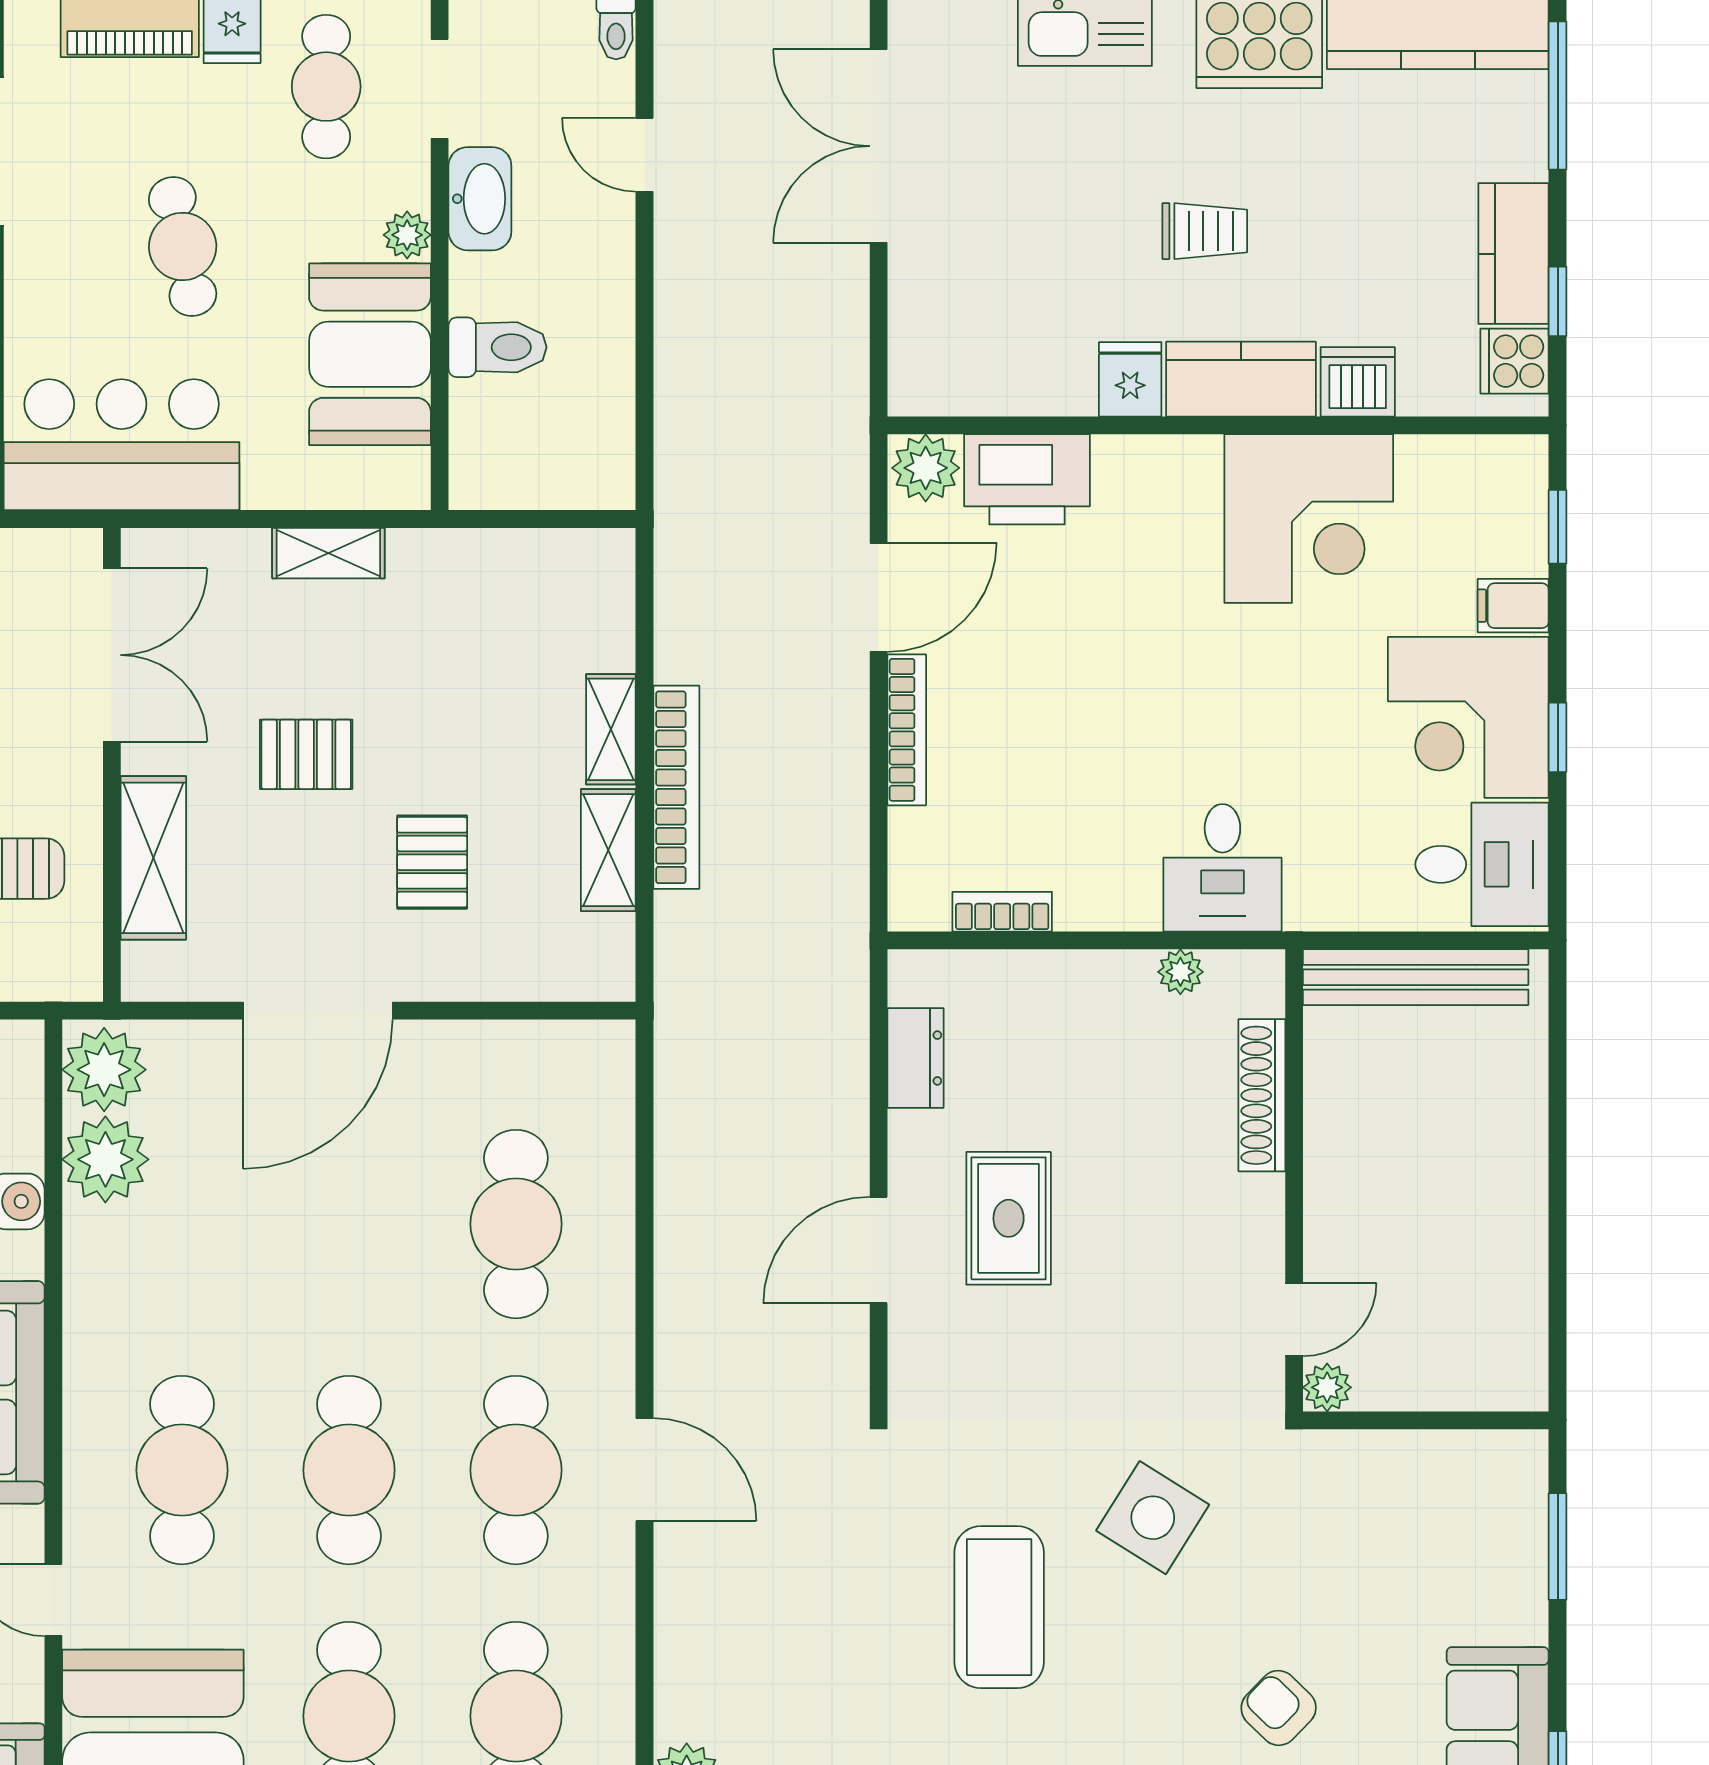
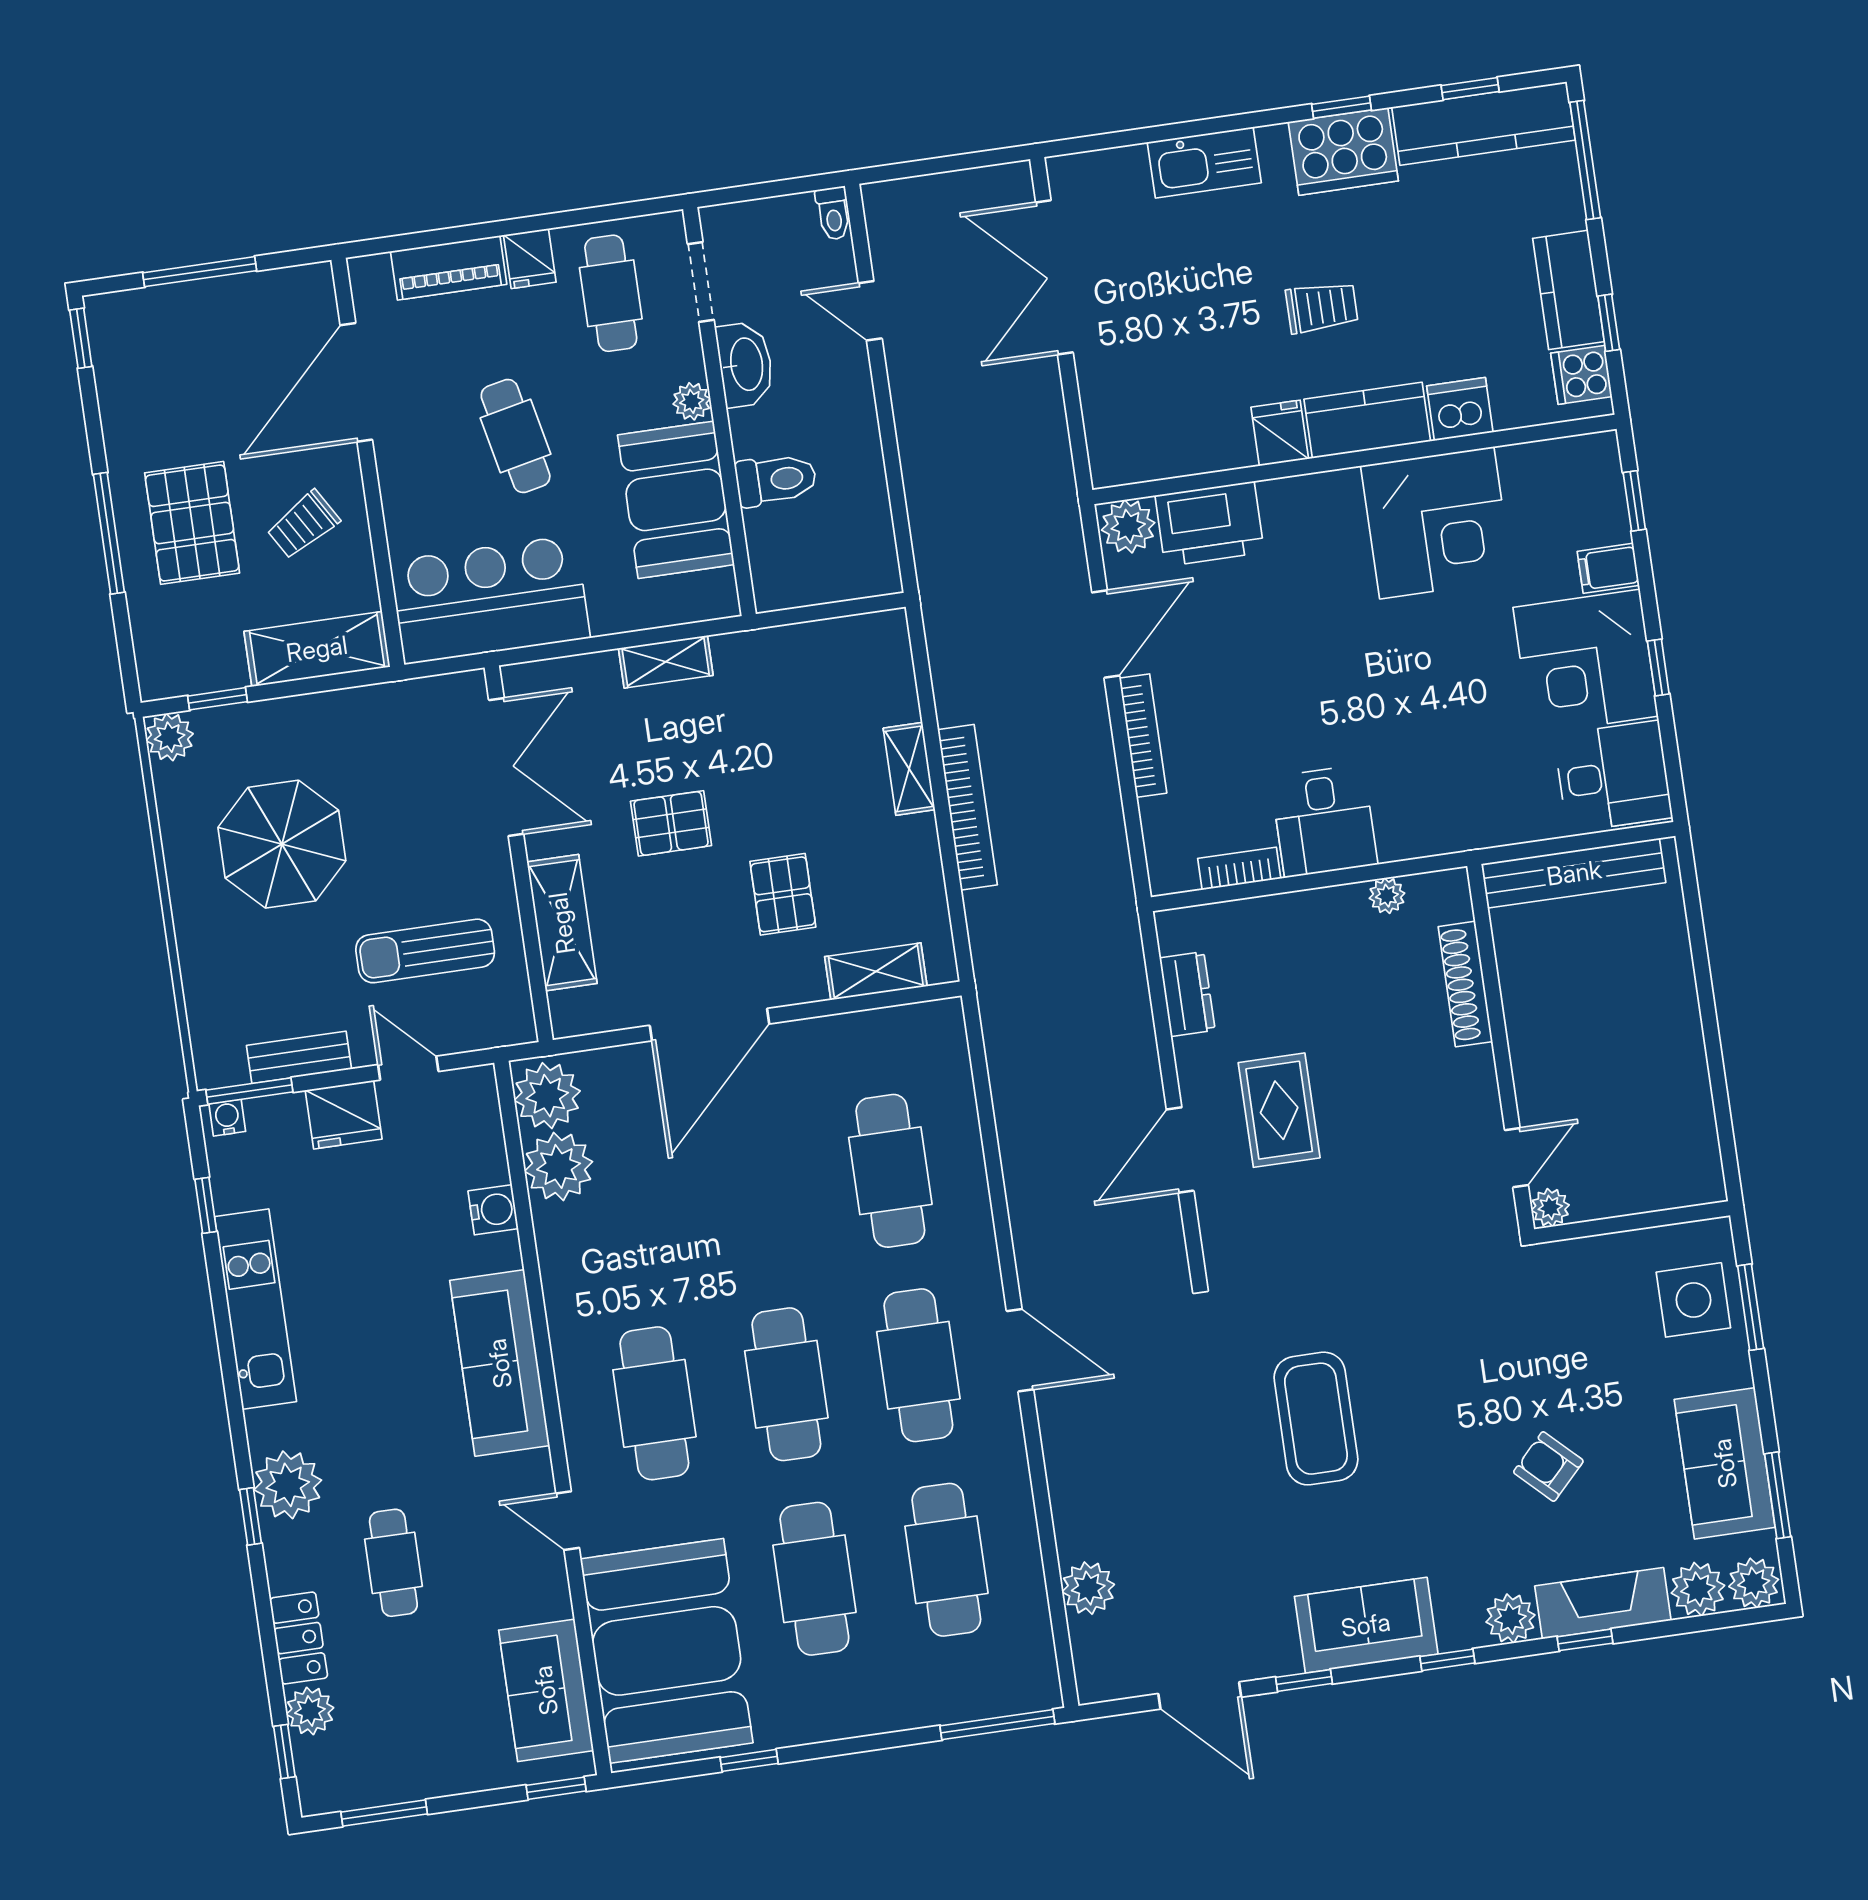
shelving: (608, 850) -> (876, 971), moved, turned 90
desk: (1222, 868) -> (1324, 821), moved
side table: (1153, 1518) -> (1693, 1300), moved, turned -32

